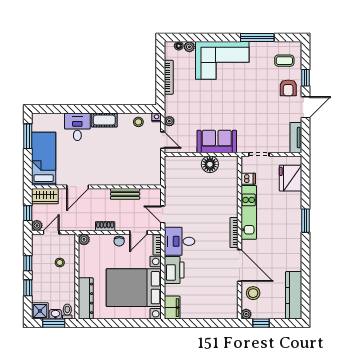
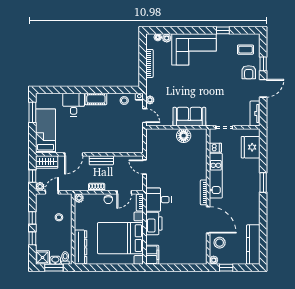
window: (257, 38) -> (223, 30), width x0.46
bench: (125, 194) -> (101, 160), moved
door: (163, 214) -> (144, 167), moved

